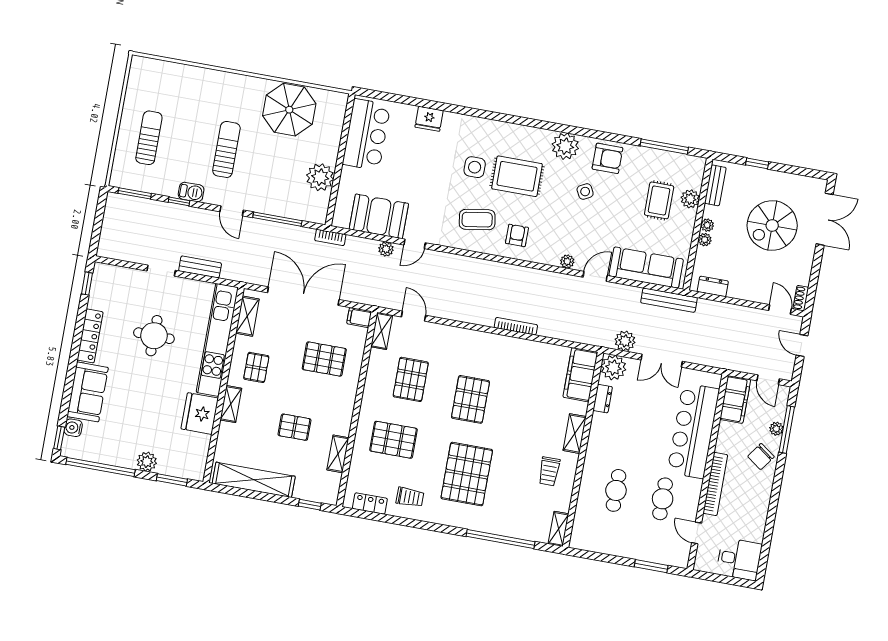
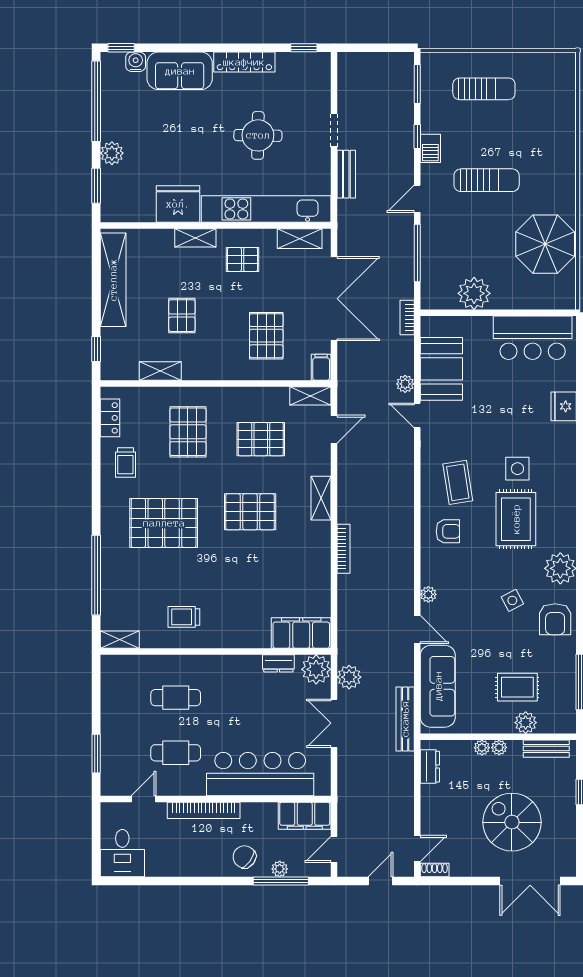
shelving: (575, 434) -> (321, 498), moved, turned 90

